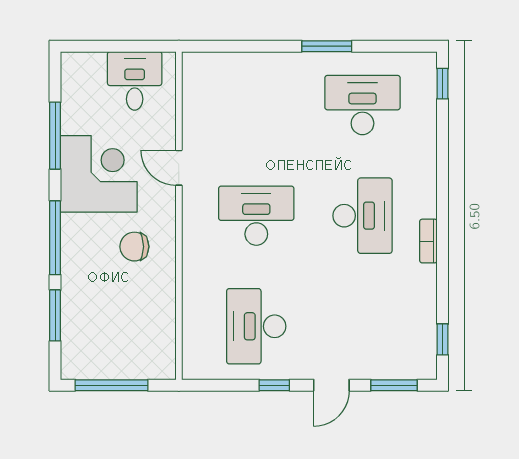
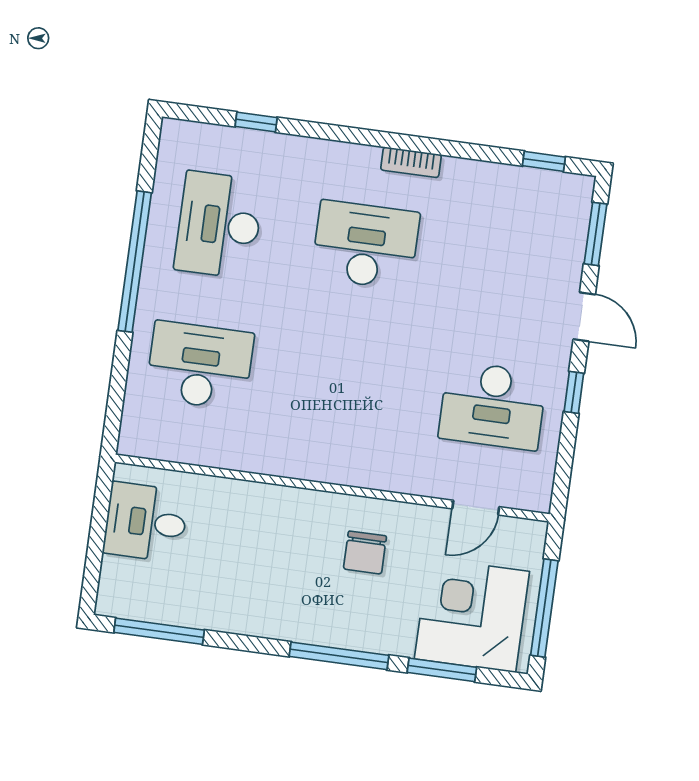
window: (327, 46) -> (135, 262), width x2.11
window: (443, 84) -> (256, 122), moved
window: (55, 136) -> (159, 631), moved
door: (179, 168) -> (476, 508), moved
corner desk: (99, 174) -> (472, 615), moved
desk: (256, 216) -> (200, 366), moved, turned 90

